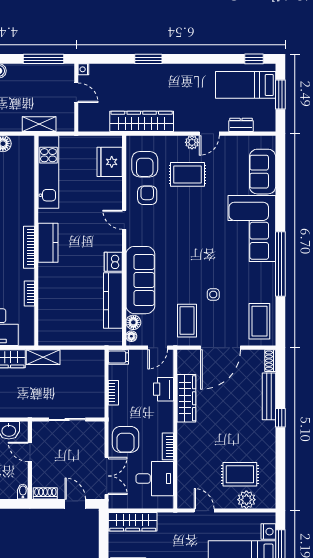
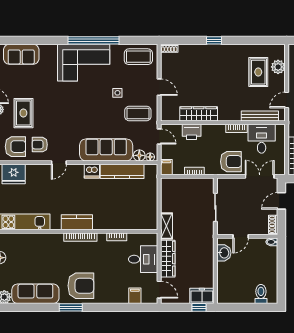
corner sofa: (252, 229) -> (84, 63), moved
door: (221, 348) -> (159, 87), width x0.53
bench: (269, 396) -> (260, 116), moved

